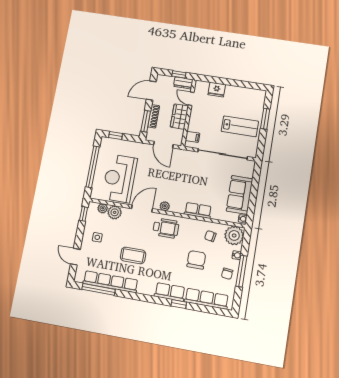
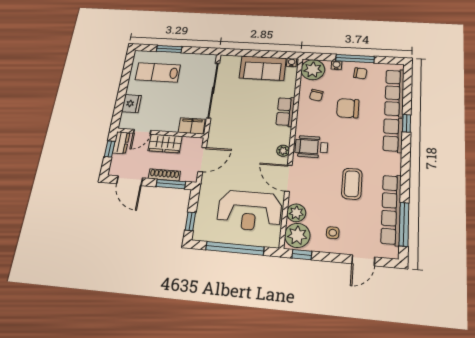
lab bench: (240, 126) -> (158, 72), moved, turned -90
filing cabinet: (192, 137) -> (192, 126), width x2.00
plant: (103, 208) -> (297, 235), width x1.88, depth x1.88
wheelchair: (166, 228) -> (311, 147), turned -90

